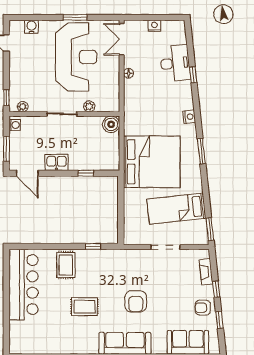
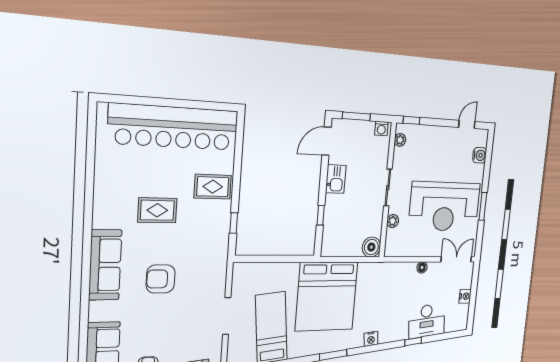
bar counter: (23, 285) -> (174, 127), width x1.36
rug: (84, 307) -> (157, 210), turned 90

